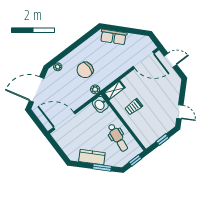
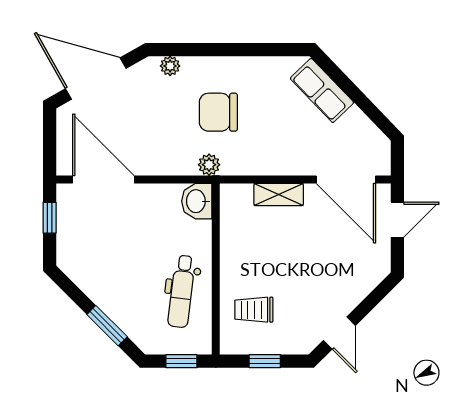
door: (170, 60) -> (397, 220), hinge flipped
shelving: (114, 90) -> (279, 194), moved
trolley: (134, 107) -> (254, 310), moved
window: (56, 147) -> (50, 218), added
kitchen counter: (92, 157) -> (103, 291), removed

